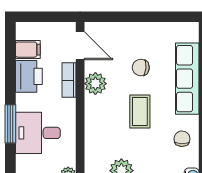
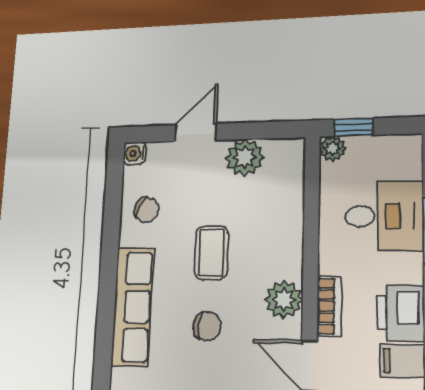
chair: (182, 139) -> (146, 210), turned -63

